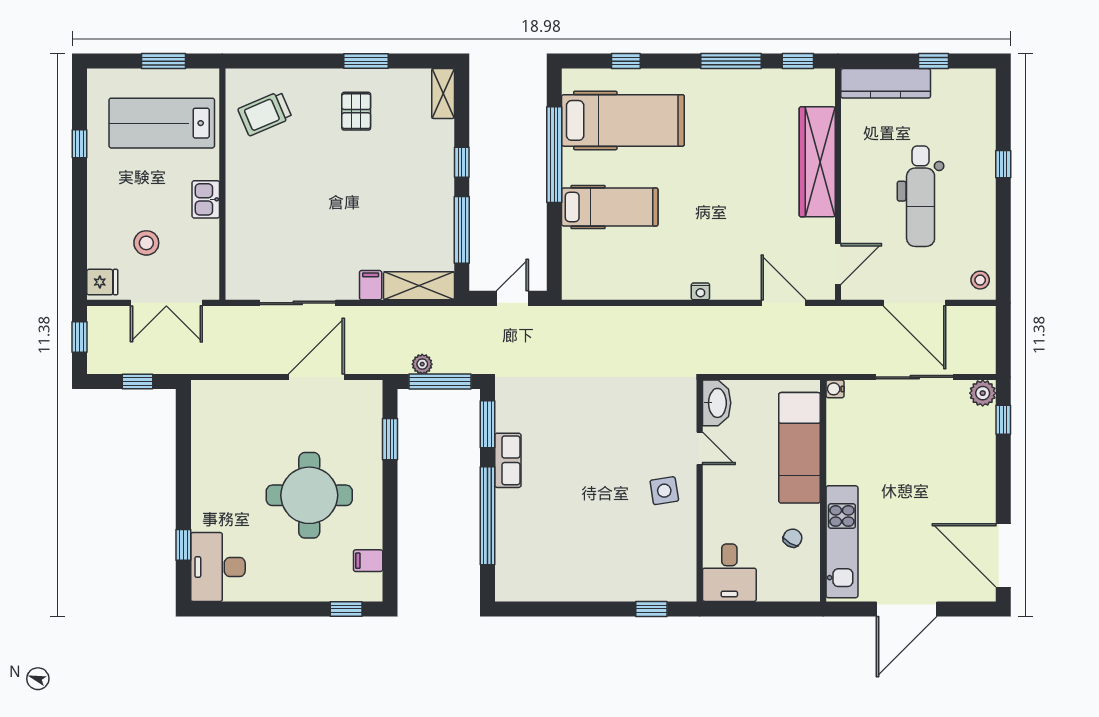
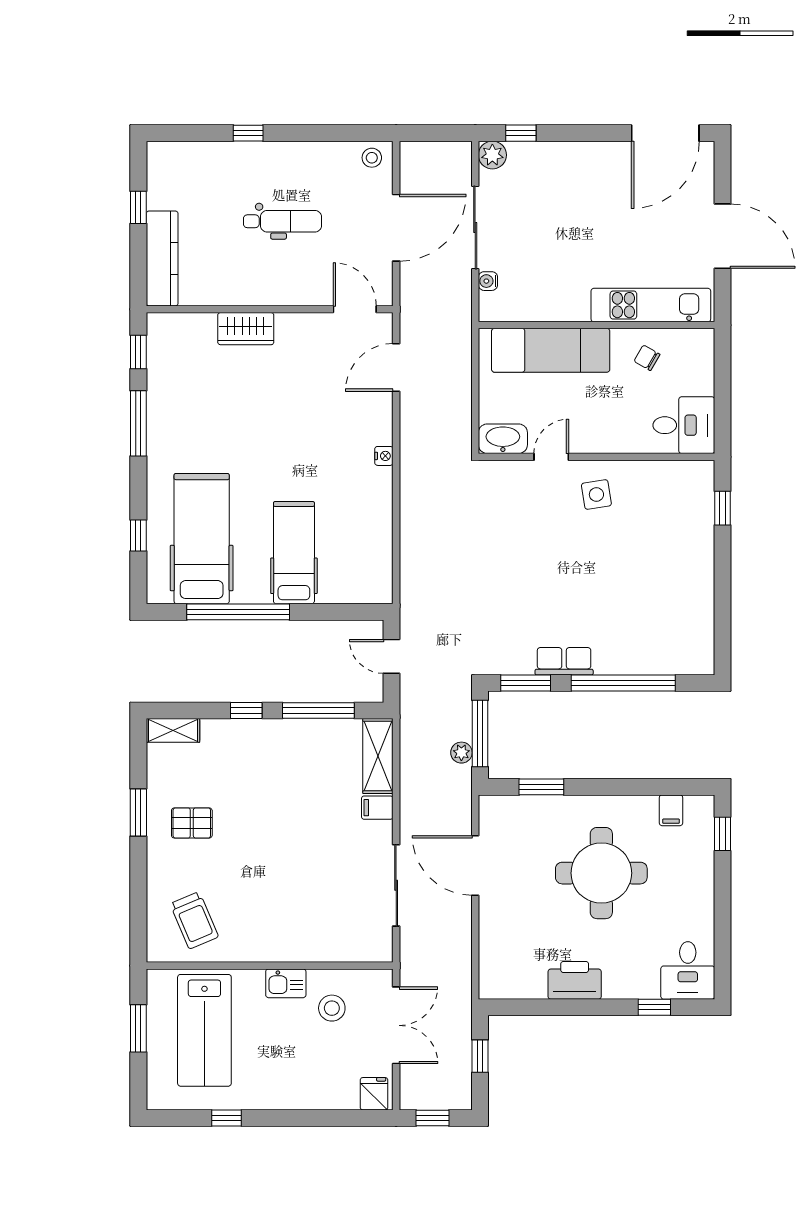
wardrobe: (817, 162) -> (246, 329), width x0.48, depth x0.85
dental chair: (921, 196) -> (282, 221), width x0.73, depth x0.72
stool: (146, 243) -> (332, 1008), moved
water cooler: (835, 389) -> (488, 281), moved, turned 90
printer: (209, 470) -> (575, 980), added
desk: (218, 567) -> (688, 970), width x0.73

